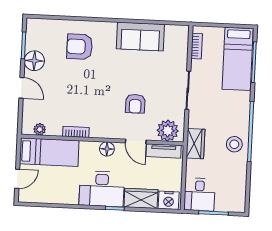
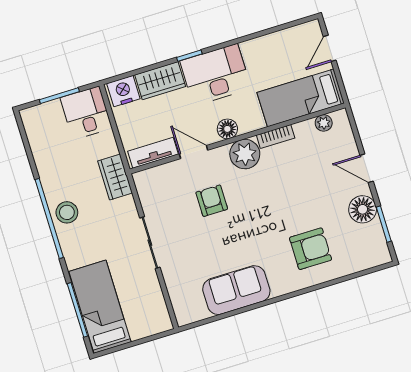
bookcase: (197, 46) -> (159, 304), removed
plant: (168, 131) -> (245, 154), moved
stool: (234, 144) -> (67, 212), moved

